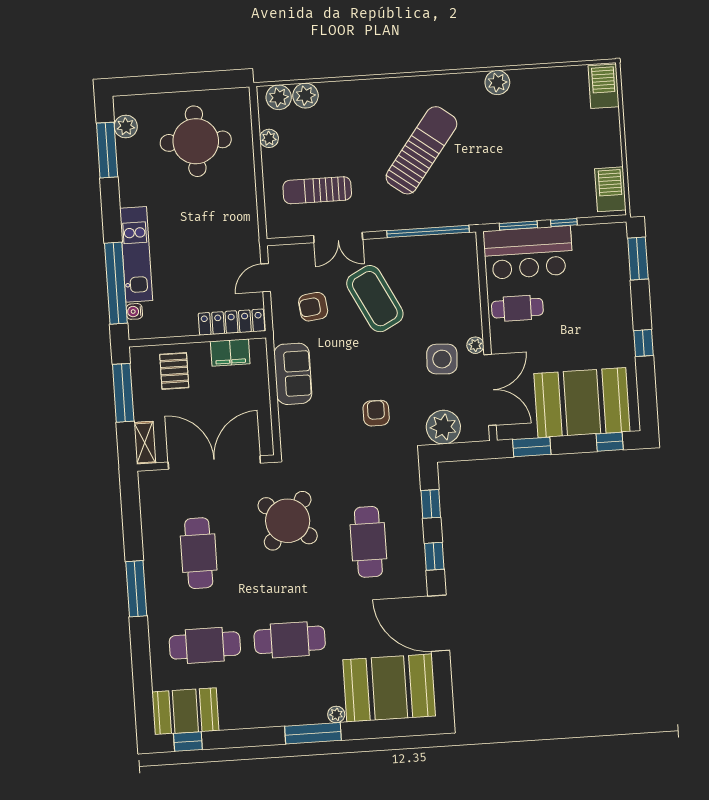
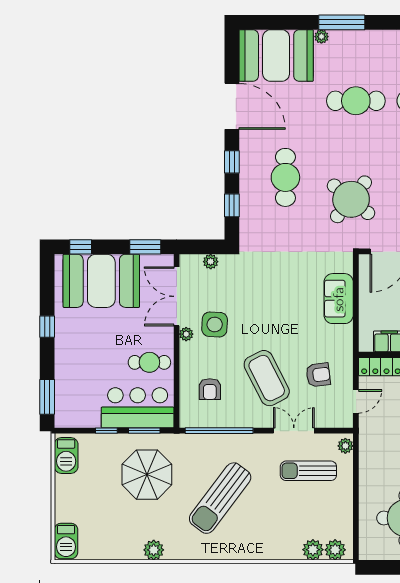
plant: (269, 138) -> (345, 446), moved
parasol: (512, 173) -> (147, 475), added
sun lounger: (317, 190) -> (308, 471), turned 180
sofa: (293, 374) -> (339, 299), moved
armchair: (376, 413) -> (210, 389), moved
plant: (443, 427) -> (211, 262), width x0.53, depth x0.53

